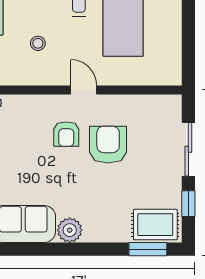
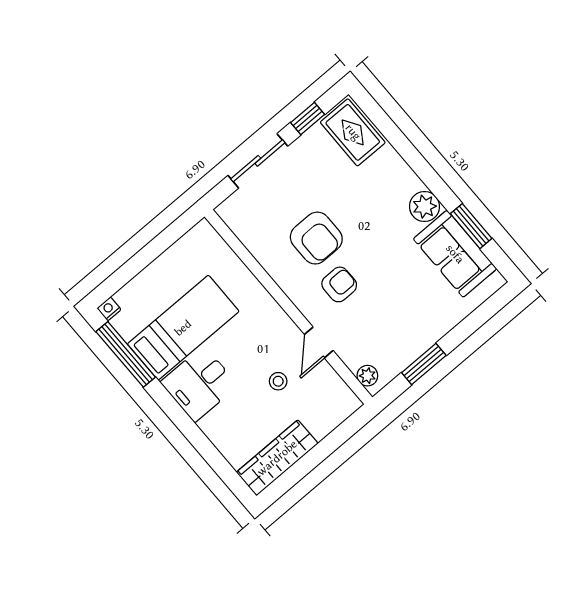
door: (84, 90) -> (319, 342), moved
armchair: (108, 145) -> (316, 238), turned -90
window: (148, 249) -> (471, 226), moved

